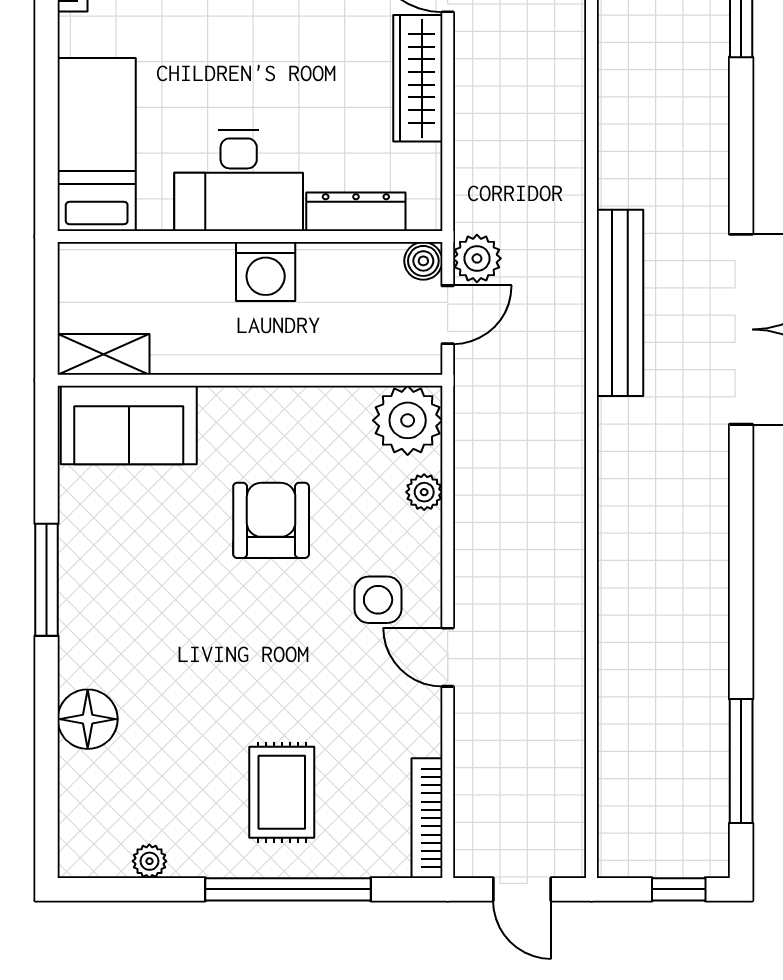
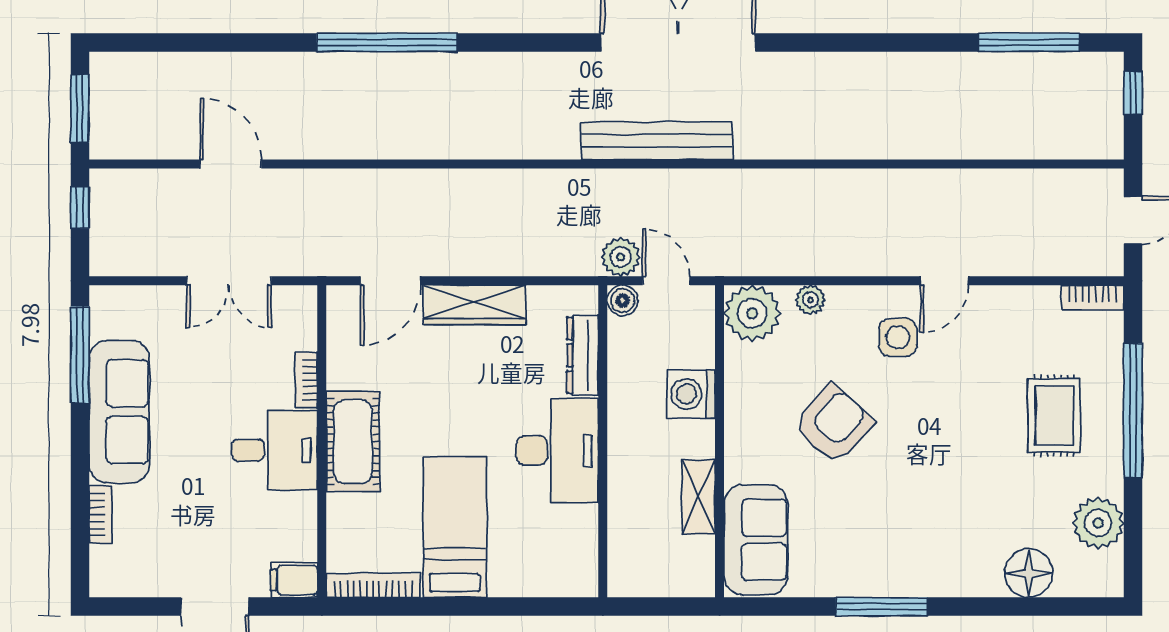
bed: (97, 145) -> (455, 527), moved, turned 90
washing machine: (266, 272) -> (691, 394), moved, turned 180
shelving: (103, 354) -> (698, 497), moved
armchair: (271, 520) -> (833, 424), turned 132
floor lamp: (88, 719) -> (1029, 573), moved
rug: (282, 792) -> (1054, 416), turned 90
bookcase: (427, 818) -> (1093, 298), width x0.64
plant: (149, 861) -> (1098, 523), width x1.88, depth x1.88

